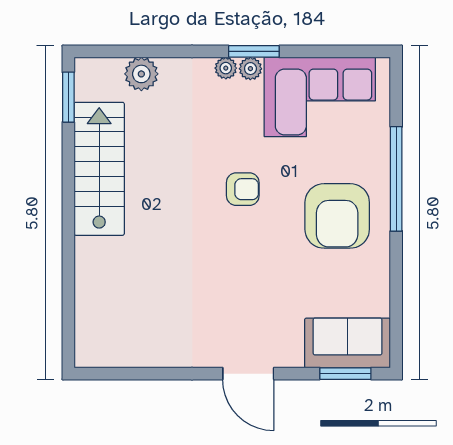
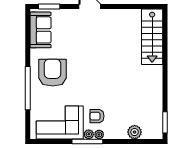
window: (254, 51) -> (87, 141), width x1.44
stairs: (99, 169) -> (152, 37), moved
armchair: (243, 189) -> (97, 116), moved
sofa: (348, 343) -> (41, 30), moved, turned -90

